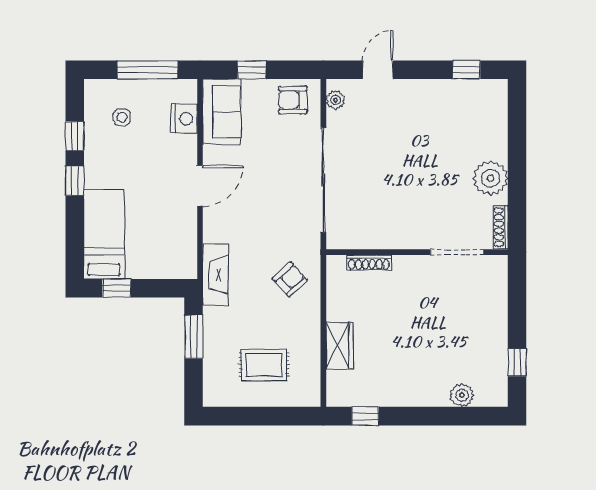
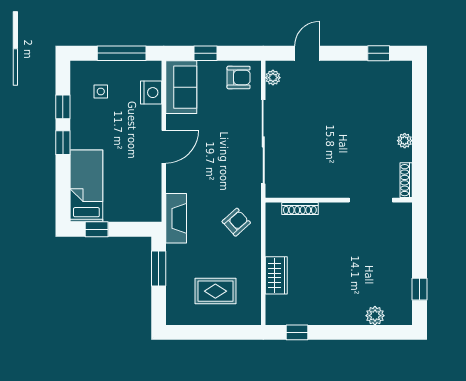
armchair: (293, 100) -> (239, 77), turned 180
plant: (491, 178) -> (405, 141), width x0.53, depth x0.53

